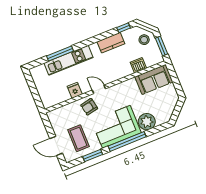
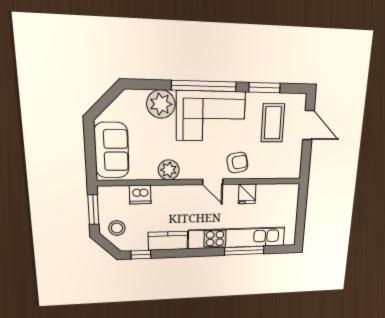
kitchen unit: (68, 60) -> (237, 238), width x1.36
sofa: (154, 79) -> (112, 150), moved, turned 90
plant: (128, 86) -> (169, 170), added

